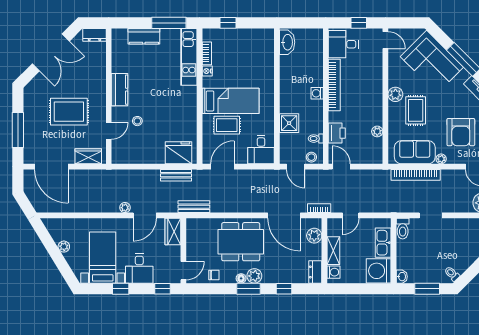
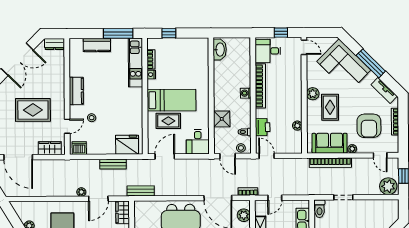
dishwasher: (123, 156) -> (79, 148), added
bench: (176, 175) -> (113, 164), moved

